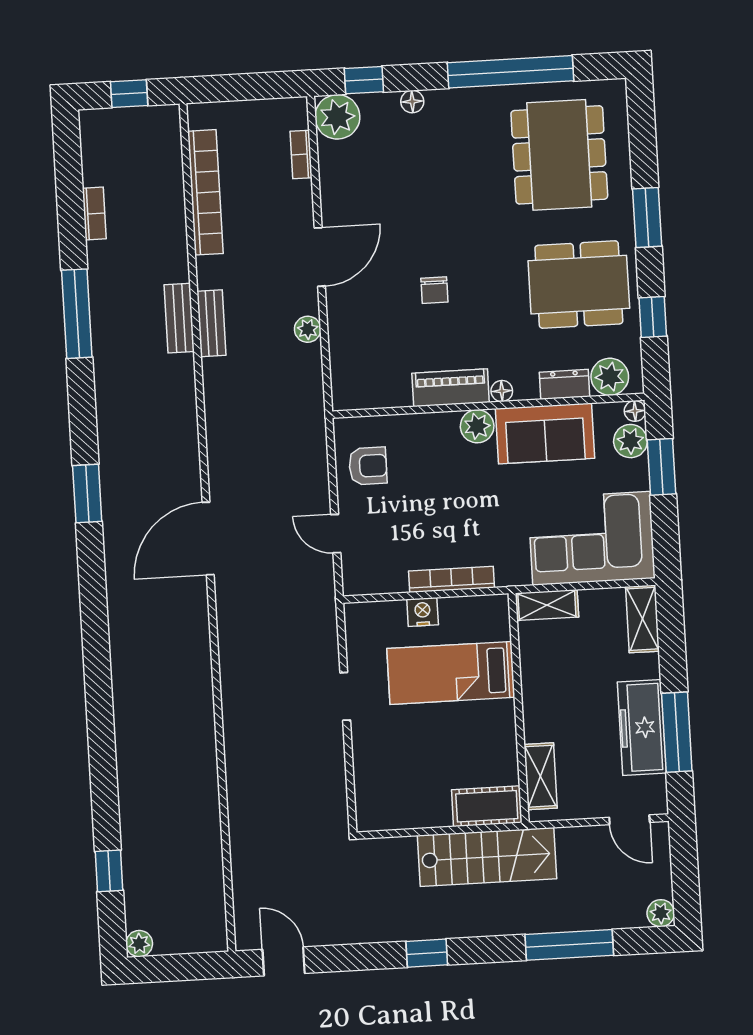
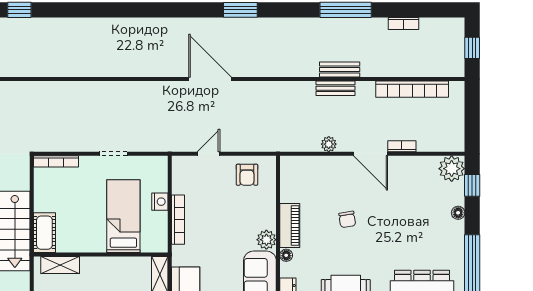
bookcase: (301, 155) -> (402, 146), moved
chair: (434, 290) -> (347, 219), turned -99
bookcase: (364, 794) -> (56, 161), added

